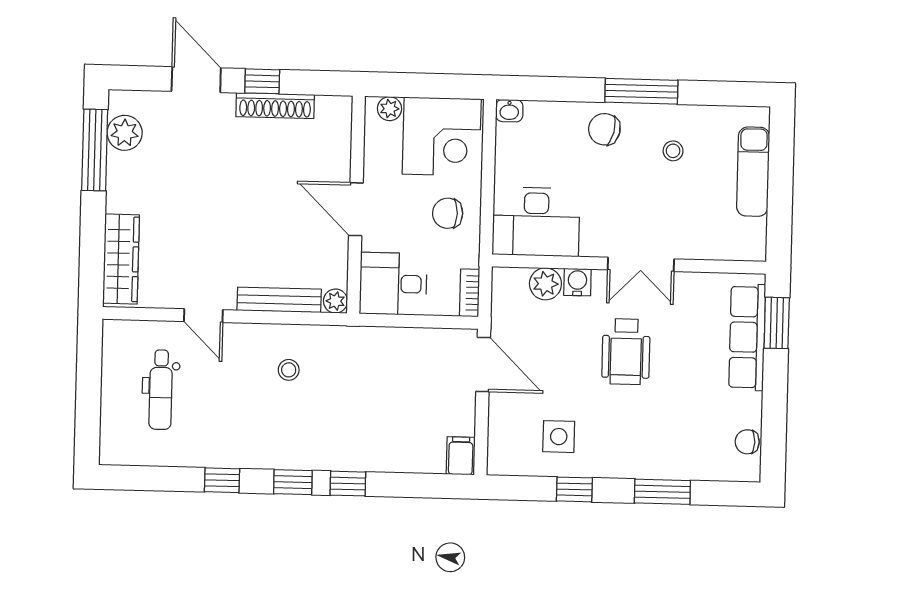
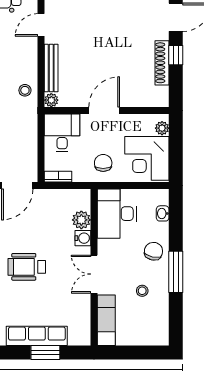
washbasin: (509, 111) -> (163, 213), moved
exam couch: (753, 172) -> (106, 320), moved, turned 90
desk: (536, 222) -> (117, 214), moved
wall: (629, 264) -> (94, 267), moved
double door: (641, 264) -> (94, 274), moved
water cooler: (577, 282) -> (83, 238), moved
plant: (545, 284) -> (81, 220), moved
stool: (289, 370) -> (25, 90), moved

